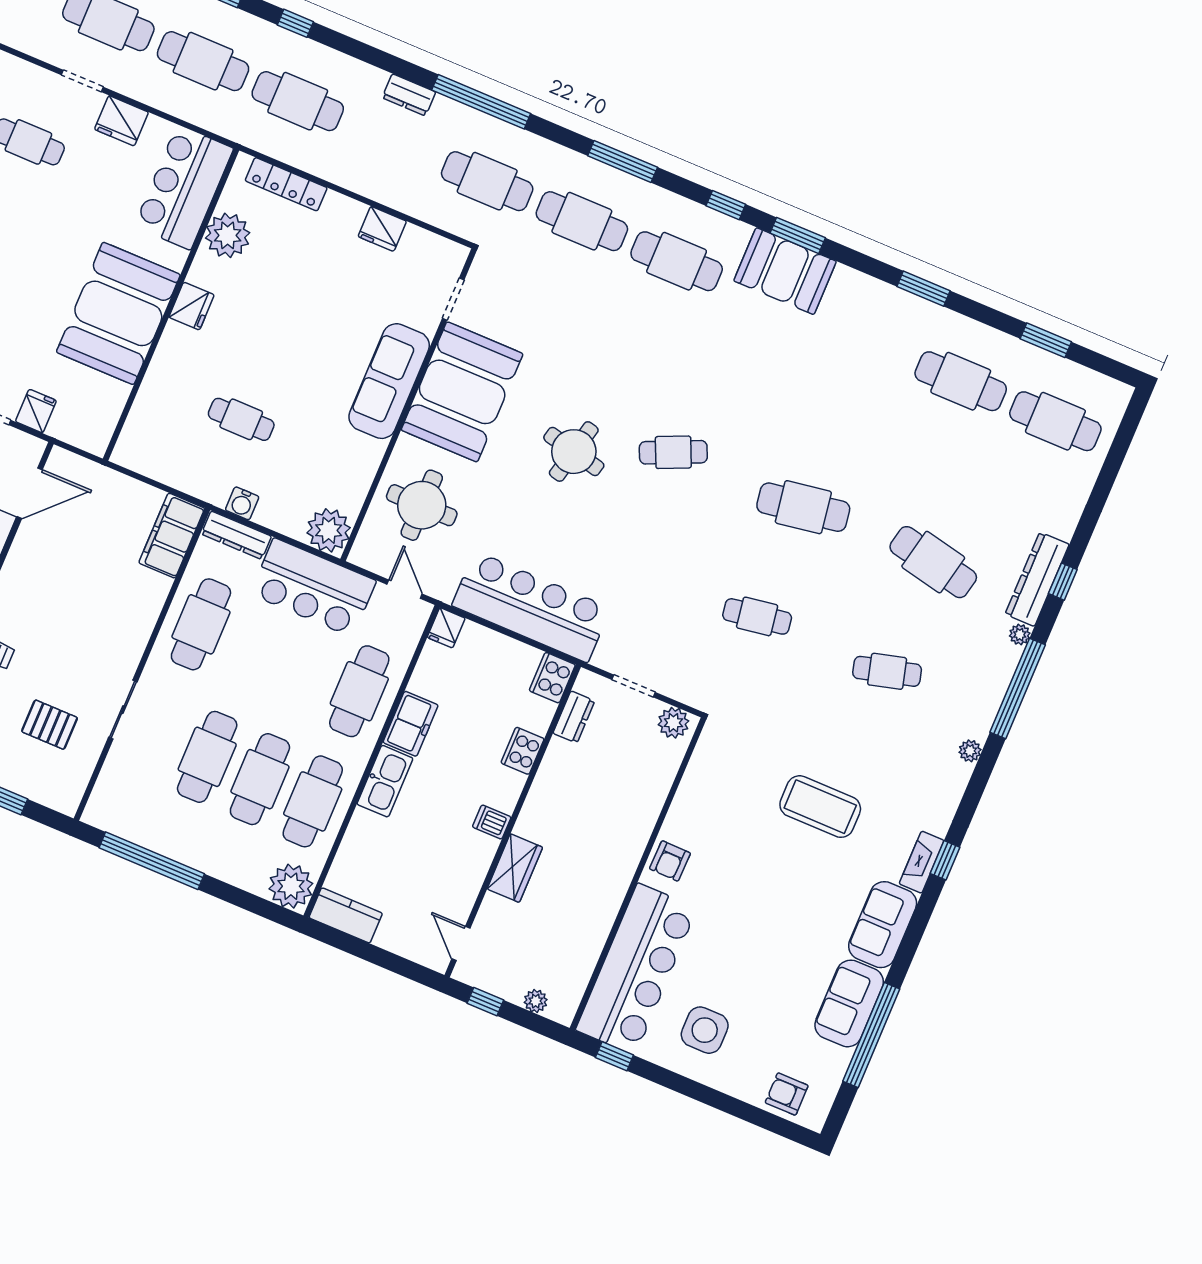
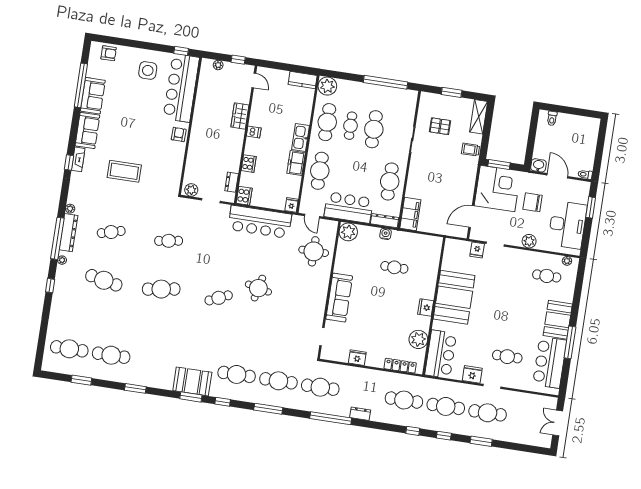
booth: (462, 392) -> (309, 301), removed
dresser: (1037, 579) -> (68, 233), moved
cafe table: (260, 779) -> (351, 126), width x0.73, depth x0.74

